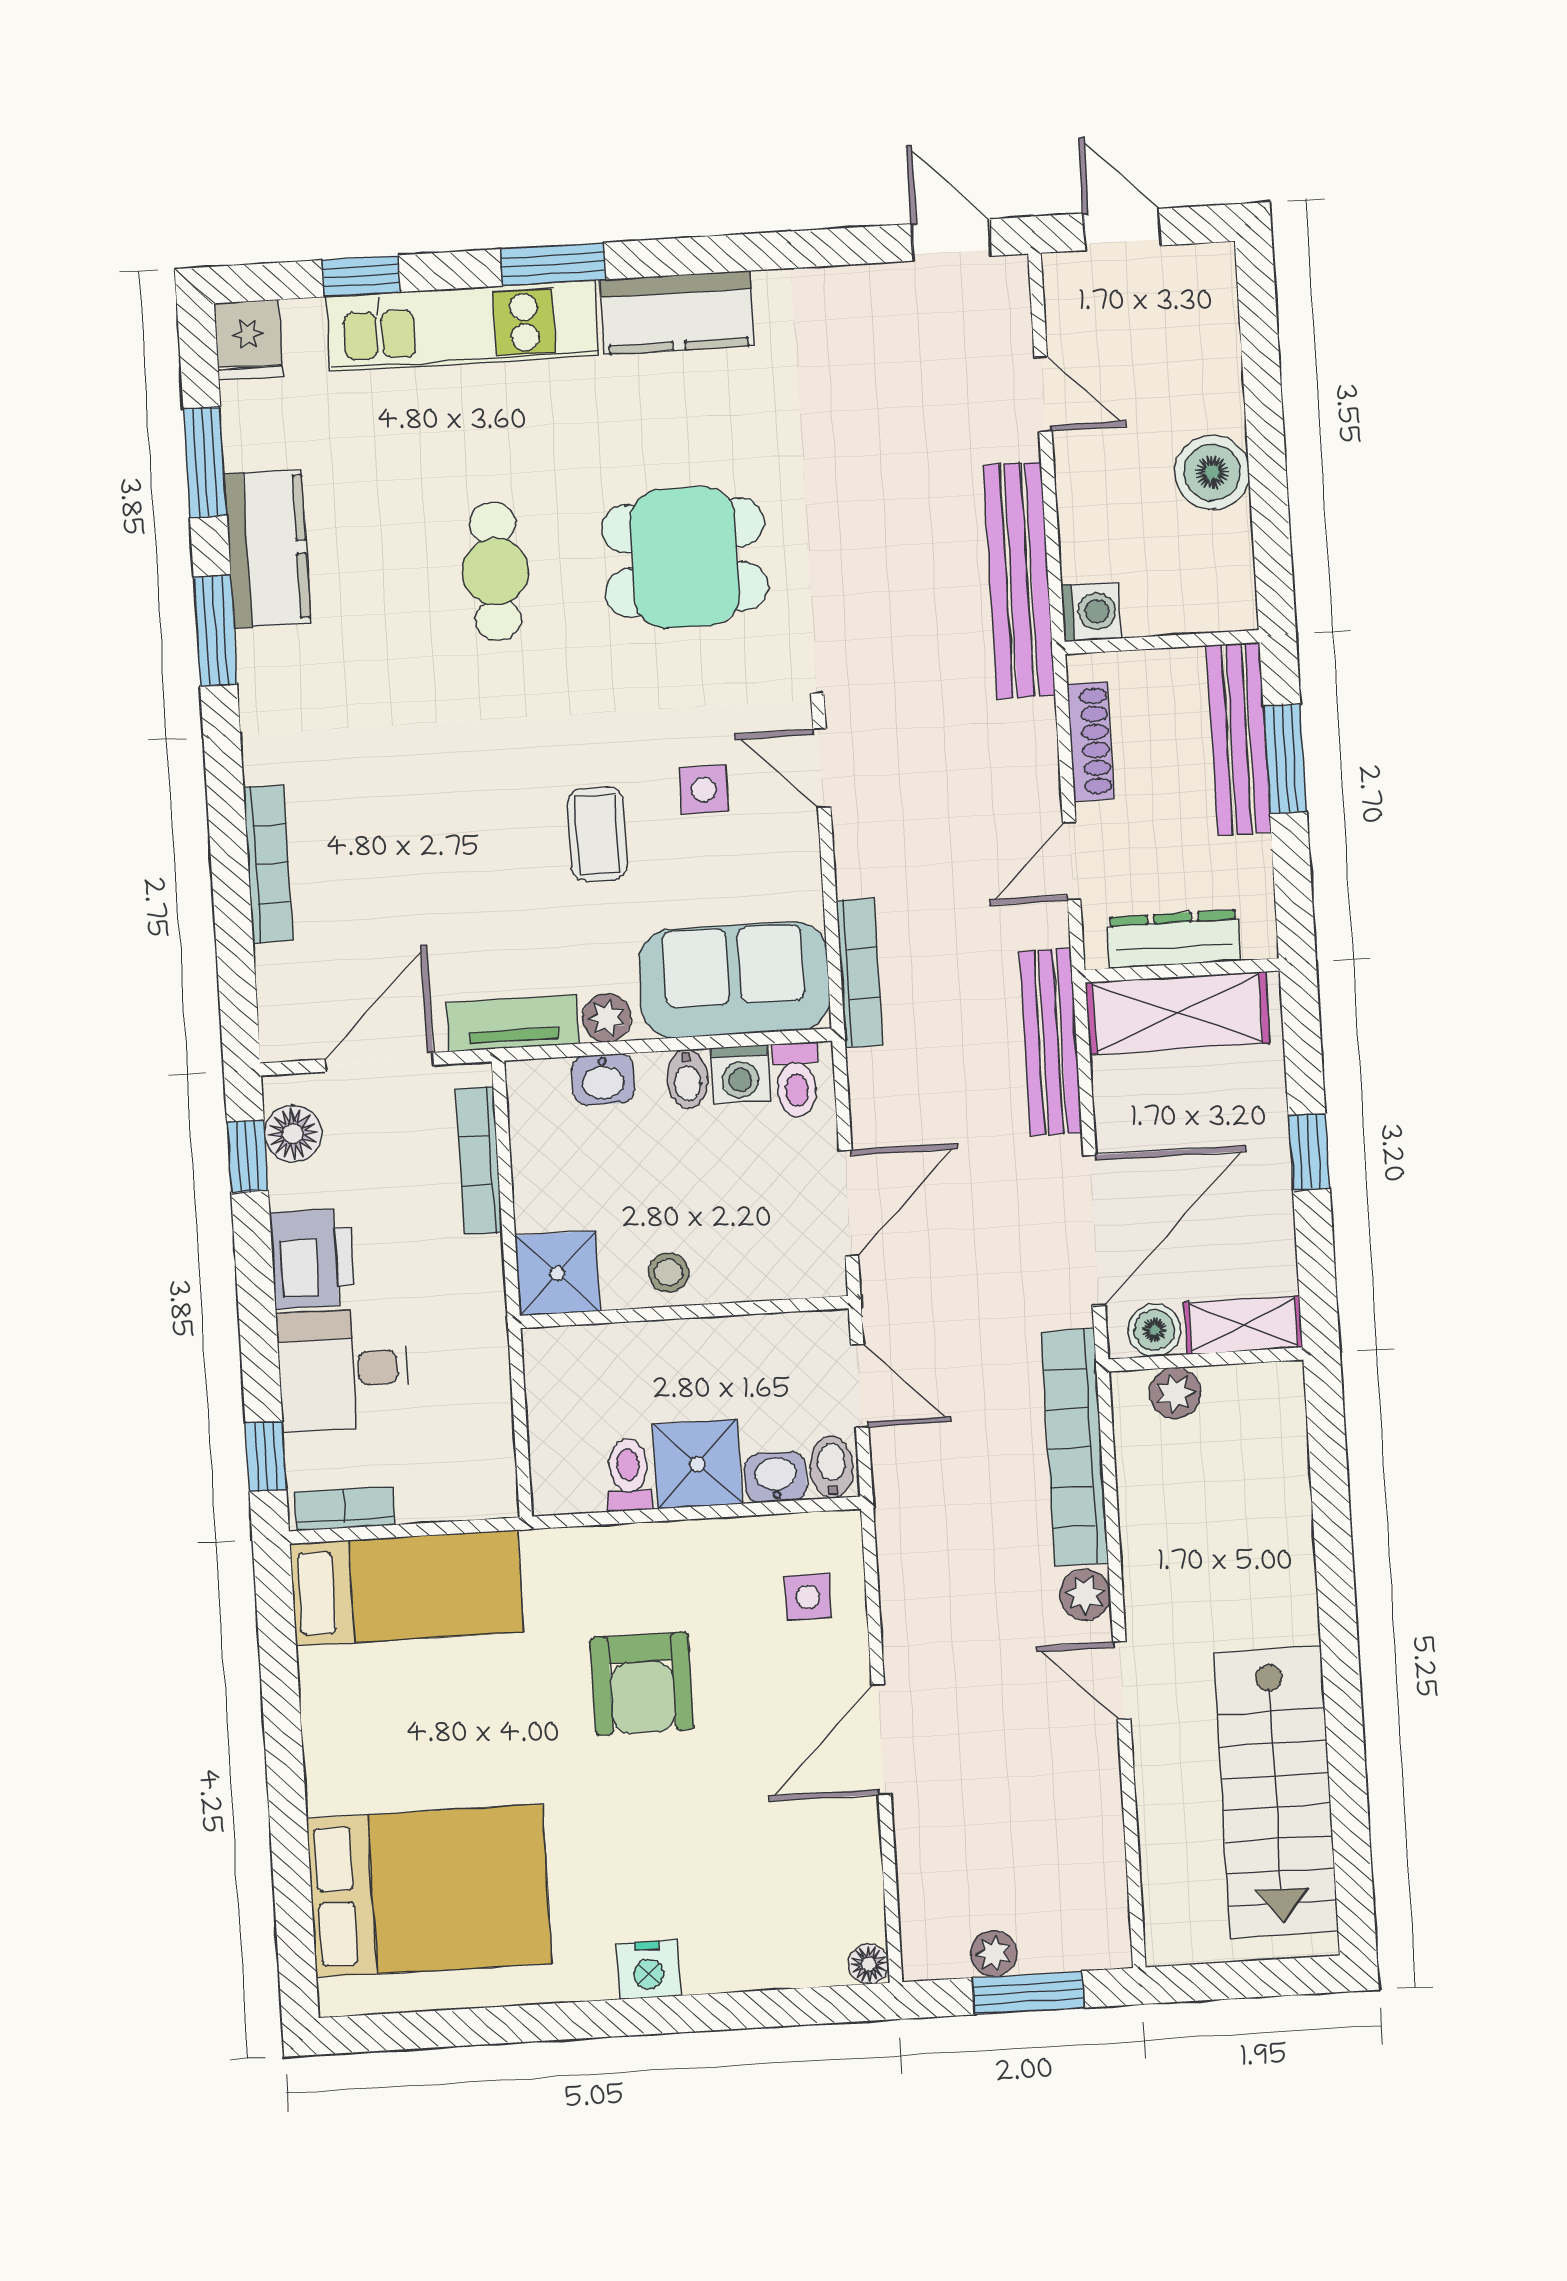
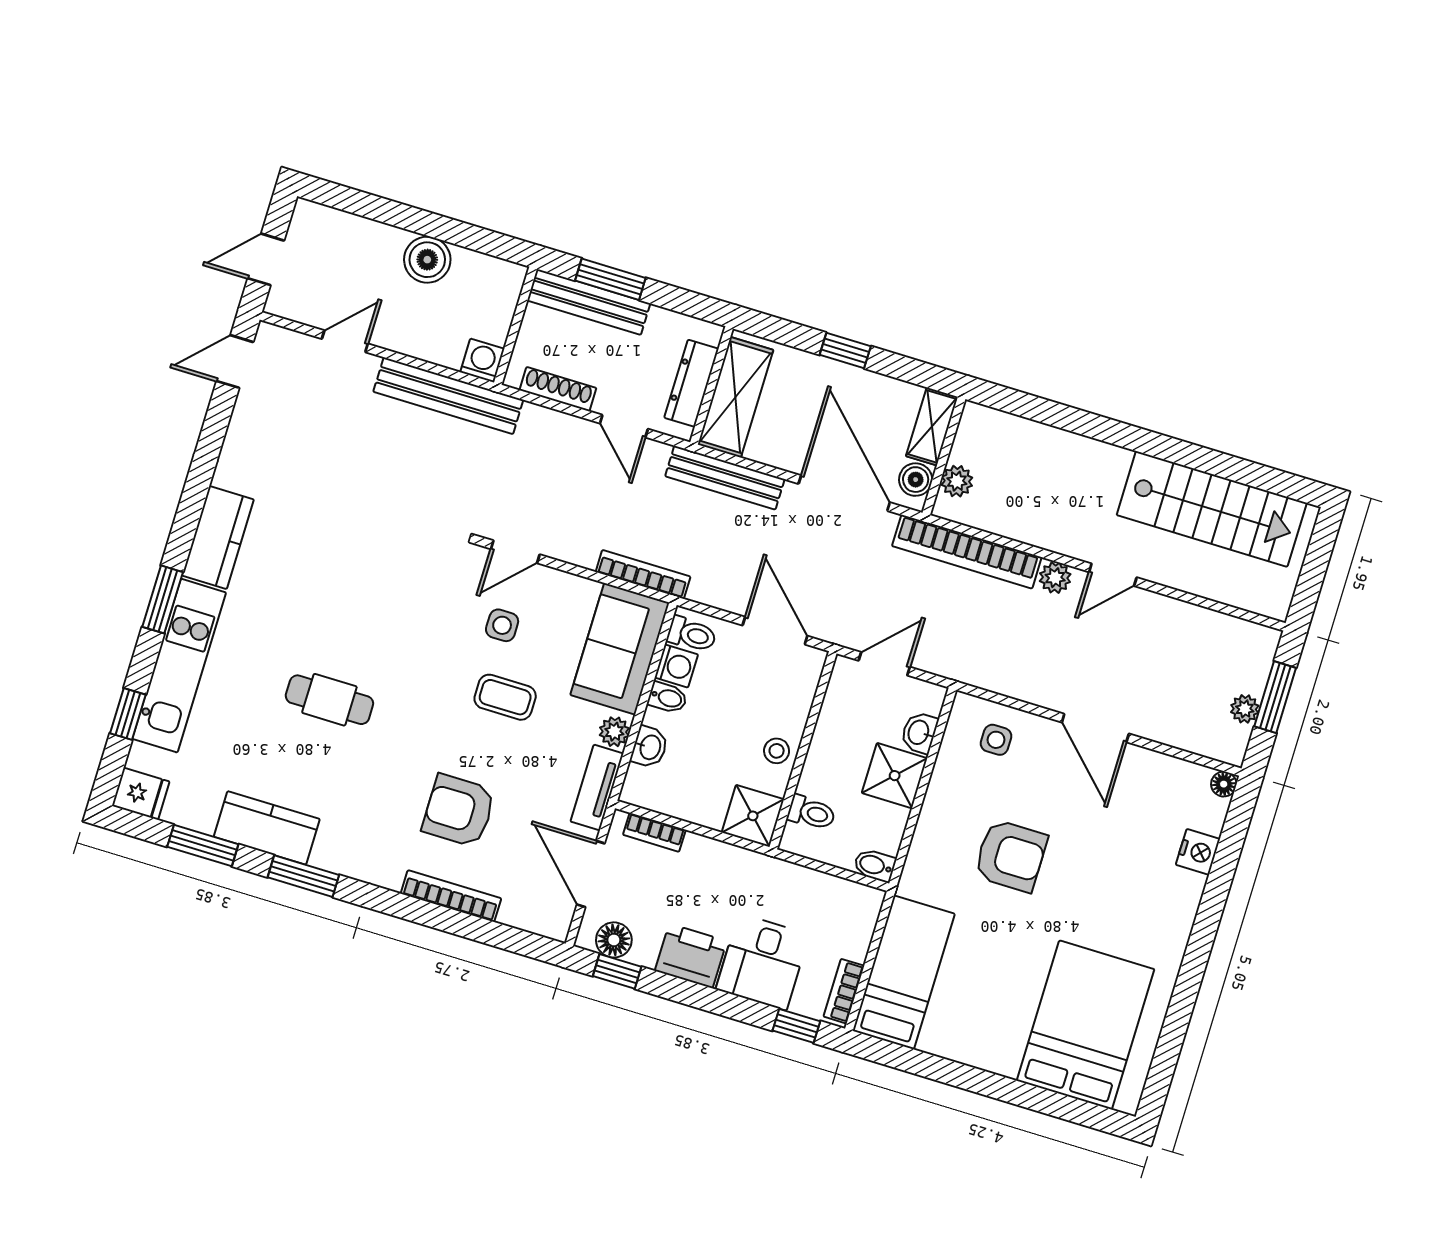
dining table: (685, 558) -> (362, 586), removed
armchair: (401, 828) -> (459, 811), added
bookcase: (479, 1161) -> (654, 832), width x0.64
bidet: (832, 1467) -> (875, 865), moved
toilet: (629, 1475) -> (811, 813), moved, turned 180
nightstand: (648, 1970) -> (1198, 852), moved

